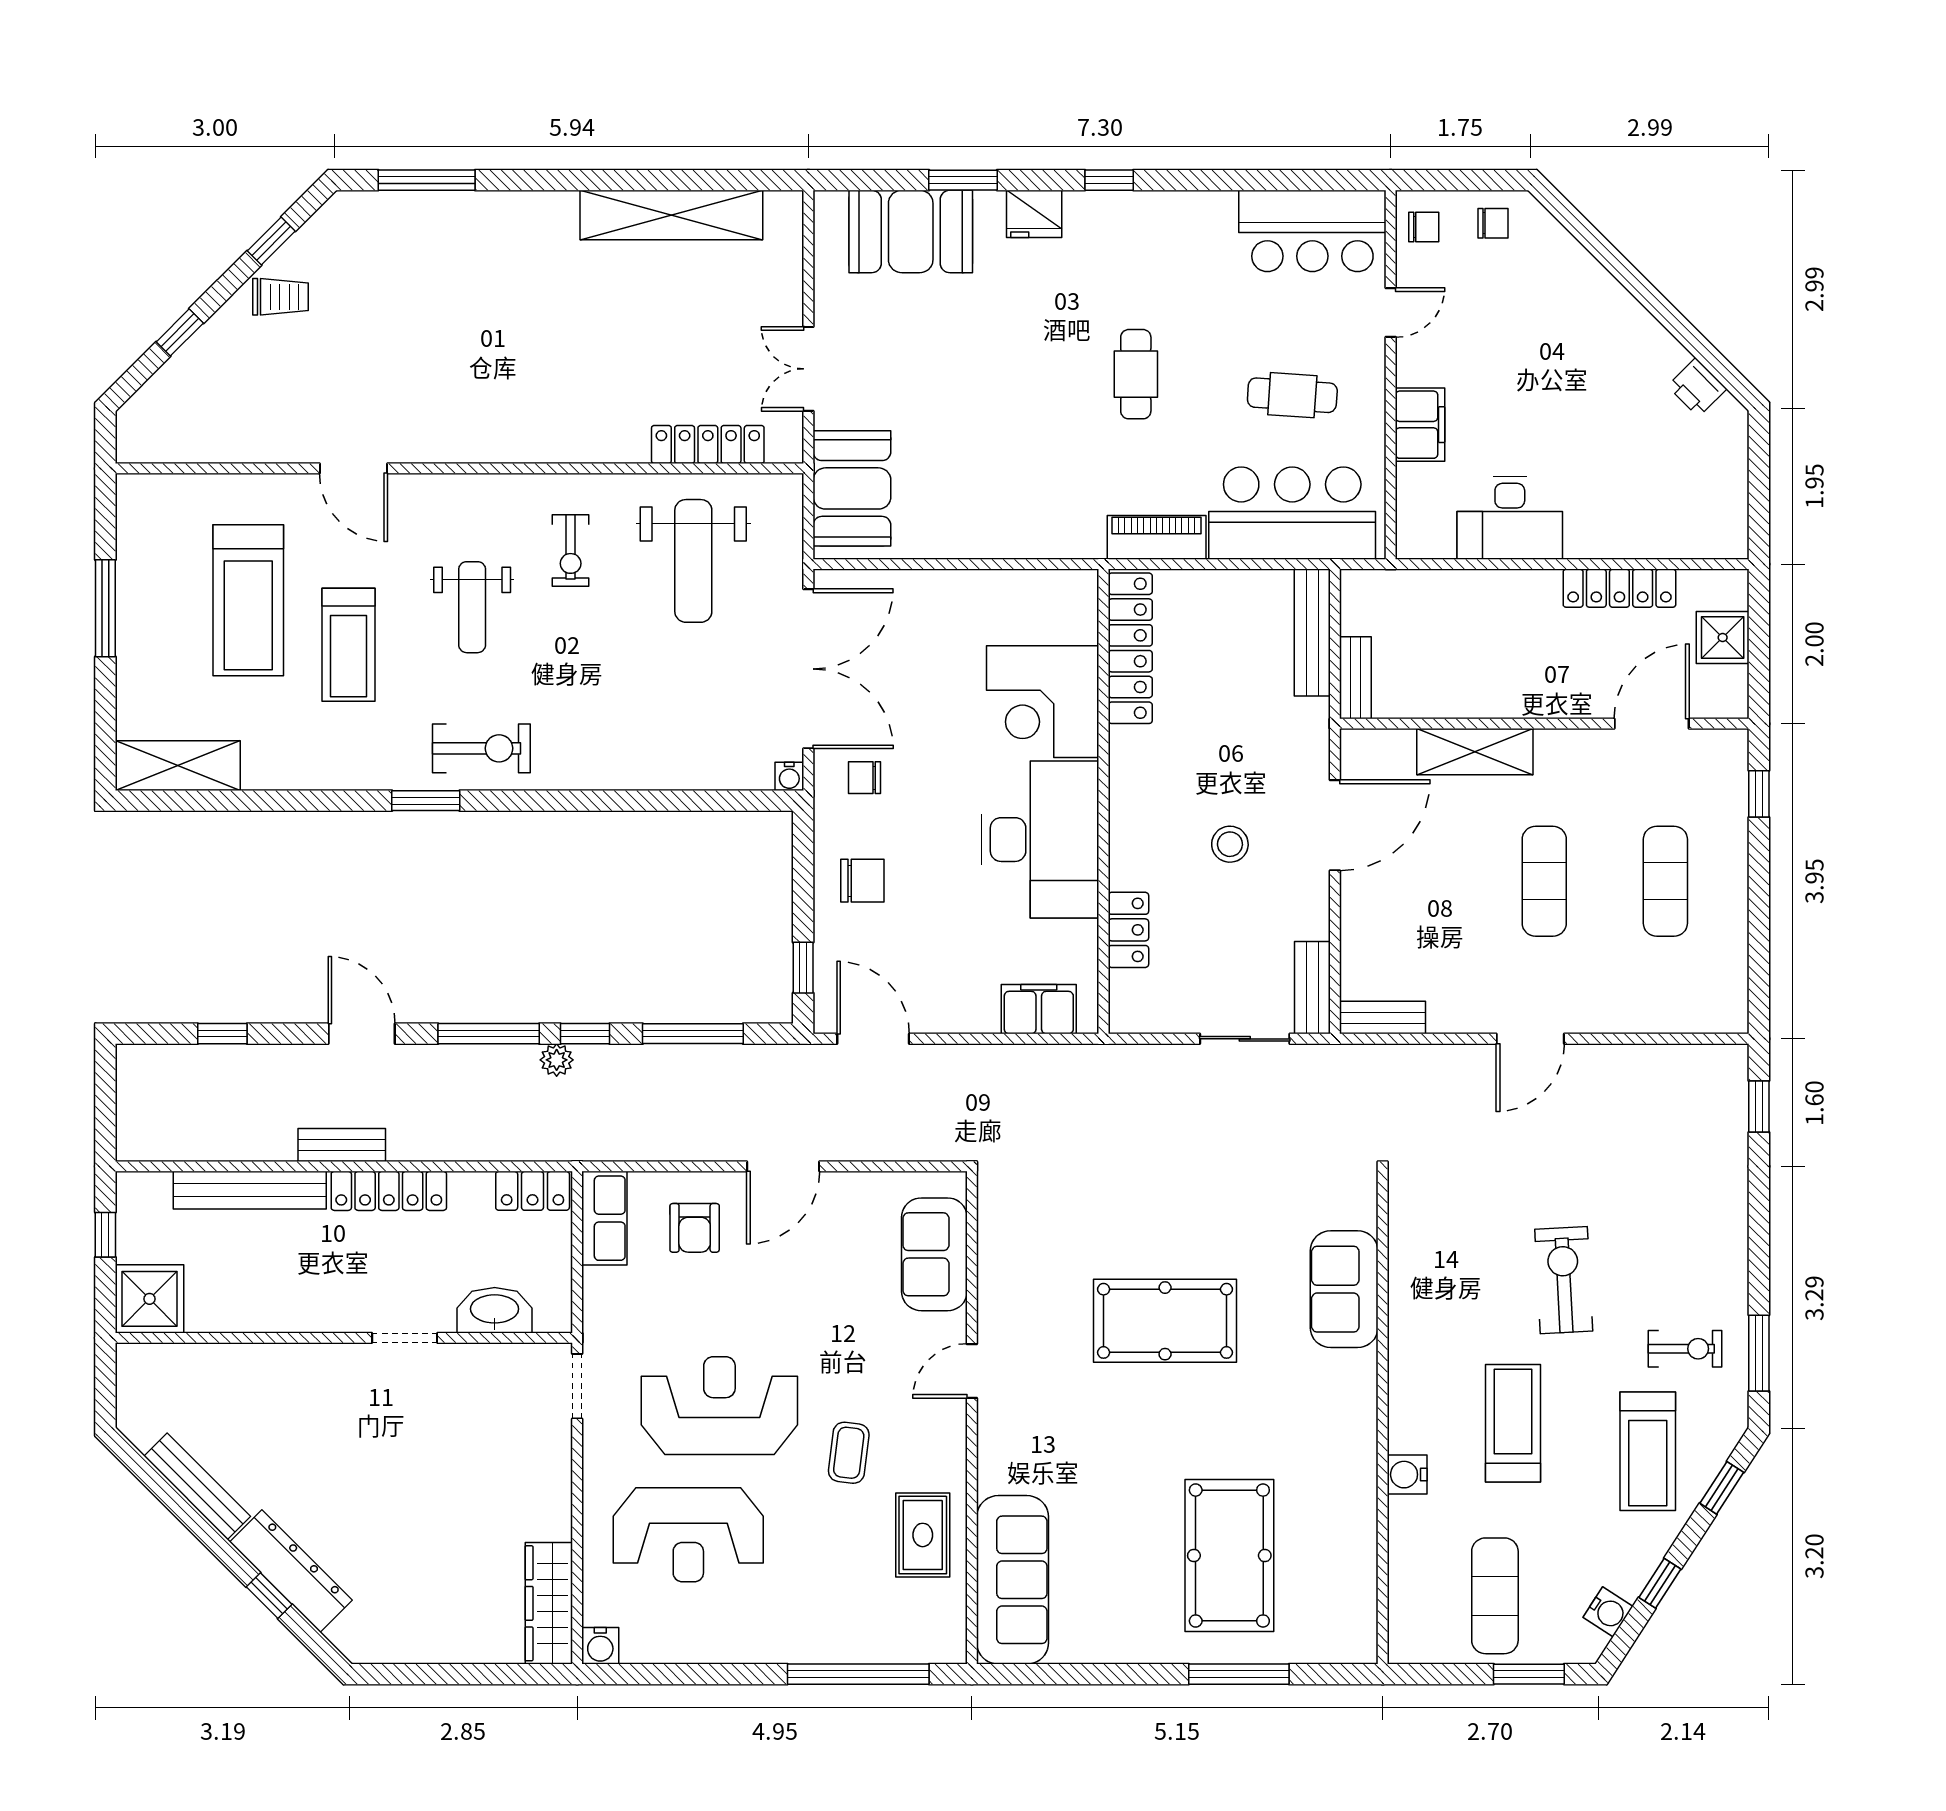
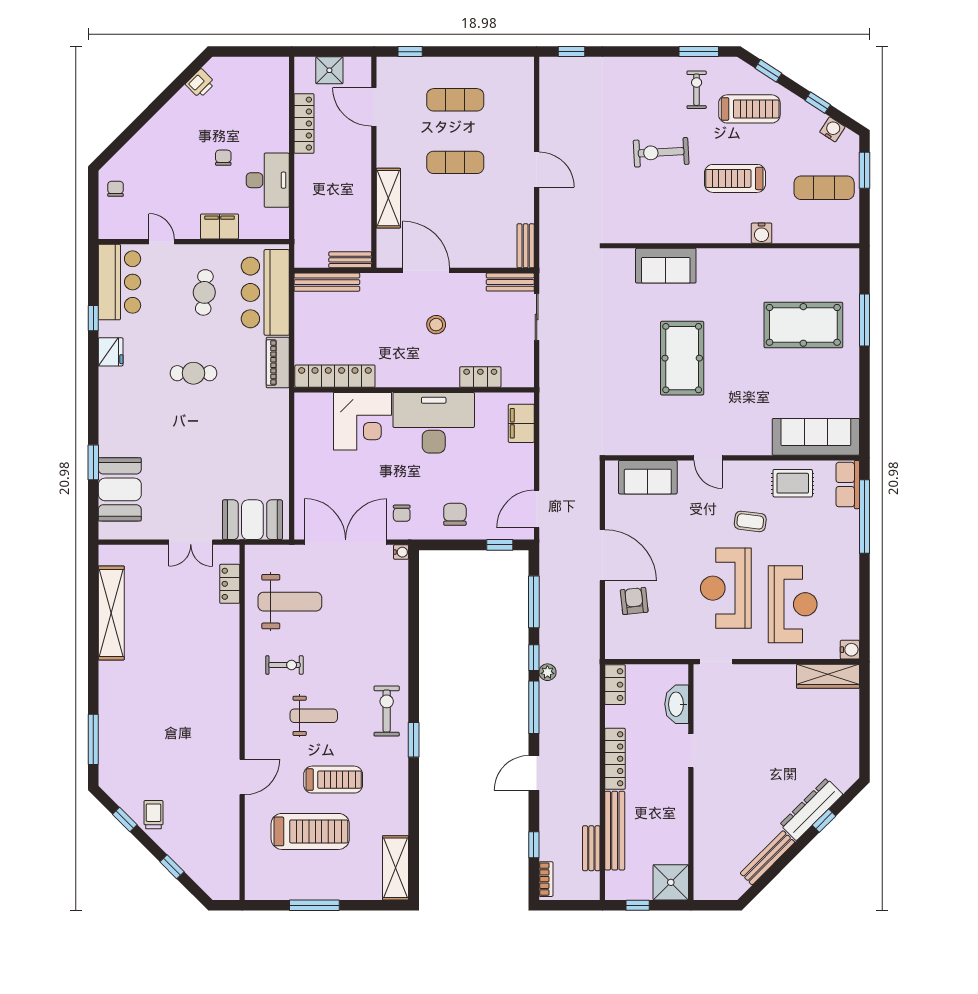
window: (1109, 180) -> (93, 318), moved
fridge: (1034, 214) -> (111, 352), moved
chair: (1424, 227) -> (223, 158), moved
locker: (708, 444) -> (230, 584), width x0.66
bookcase: (156, 1057) -> (546, 879), added
bench: (342, 1145) -> (591, 848), moved
door: (783, 1166) -> (602, 555), width x1.36
row of seats: (604, 1218) -> (848, 485), moved, turned -90
armchair: (695, 1228) -> (634, 601), turned -96

